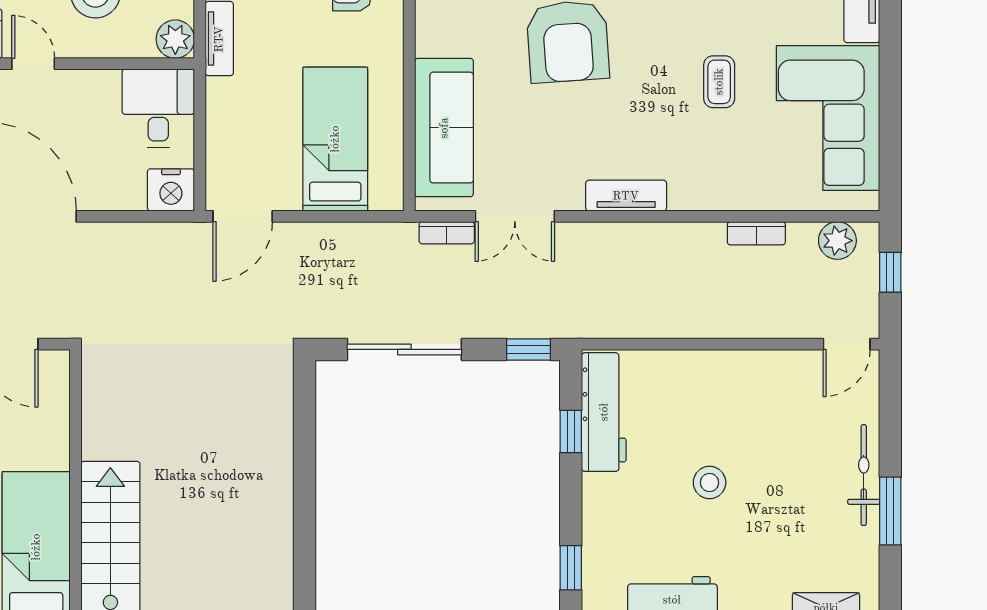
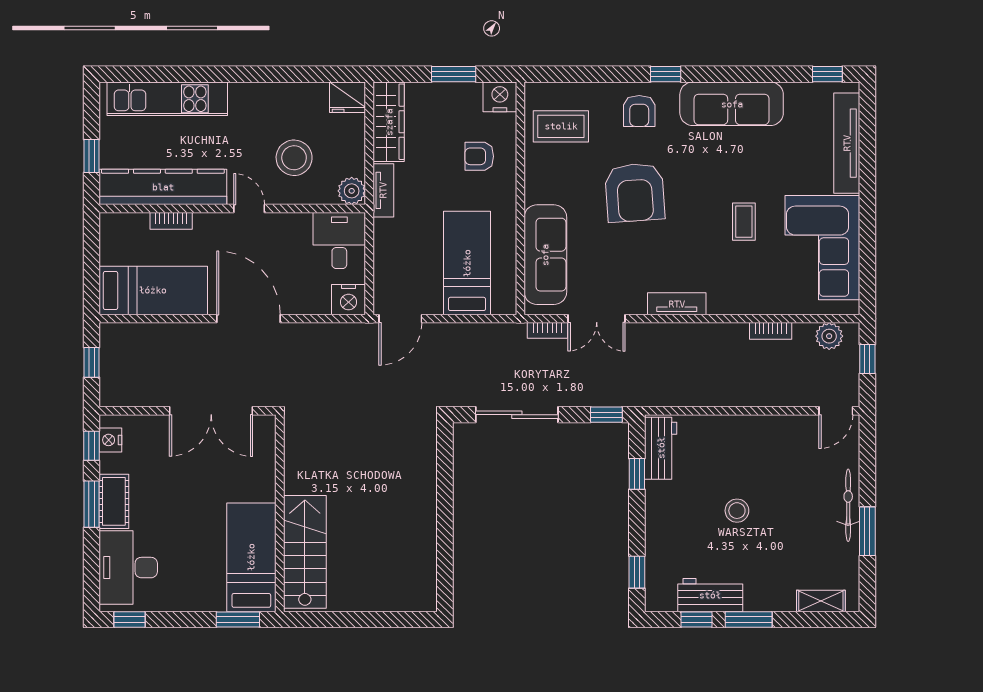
workbench: (604, 412) -> (661, 448), width x0.73

